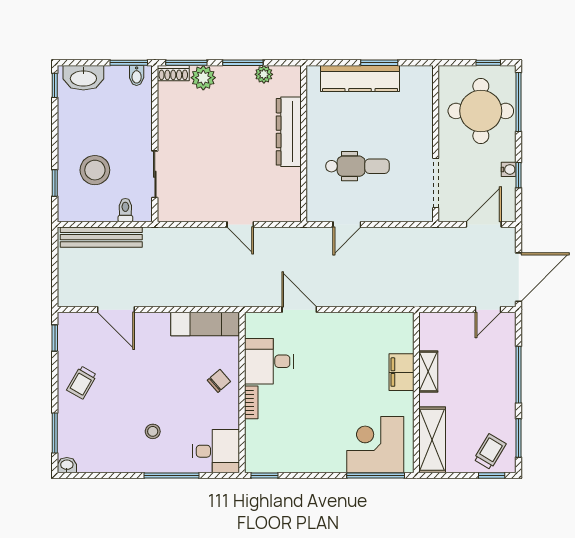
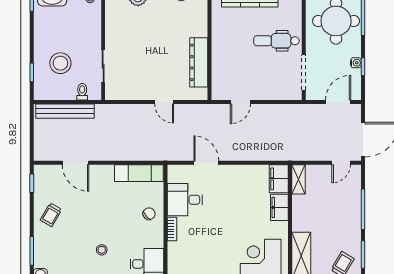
dresser: (289, 132) -> (199, 62), moved
dental chair: (357, 166) -> (276, 41), moved, turned 180
filing cabinet: (401, 332) -> (279, 179), added
shelving: (428, 372) -> (299, 179), moved

